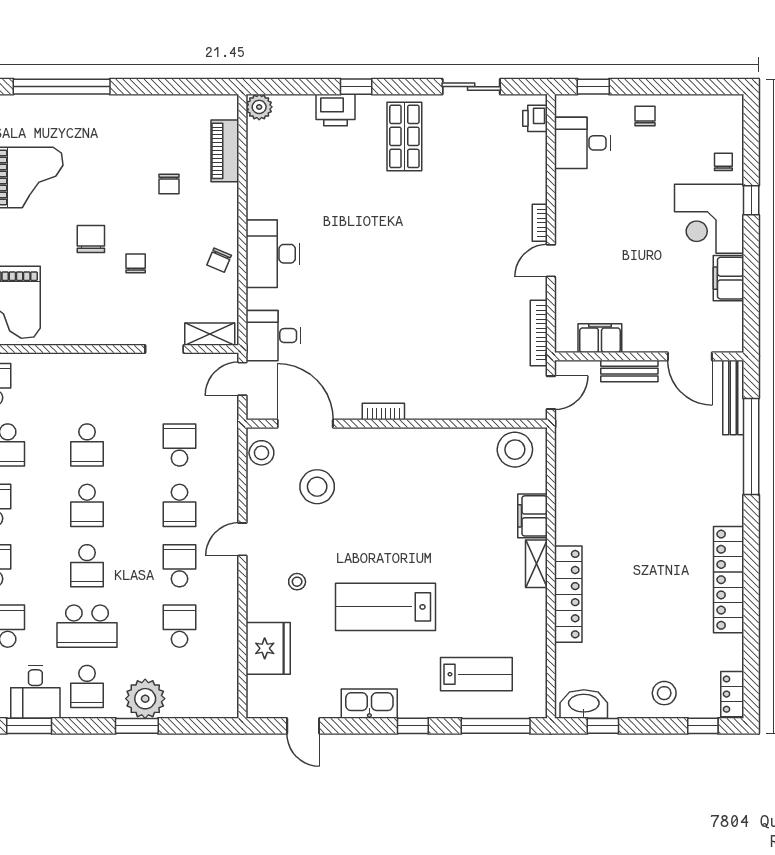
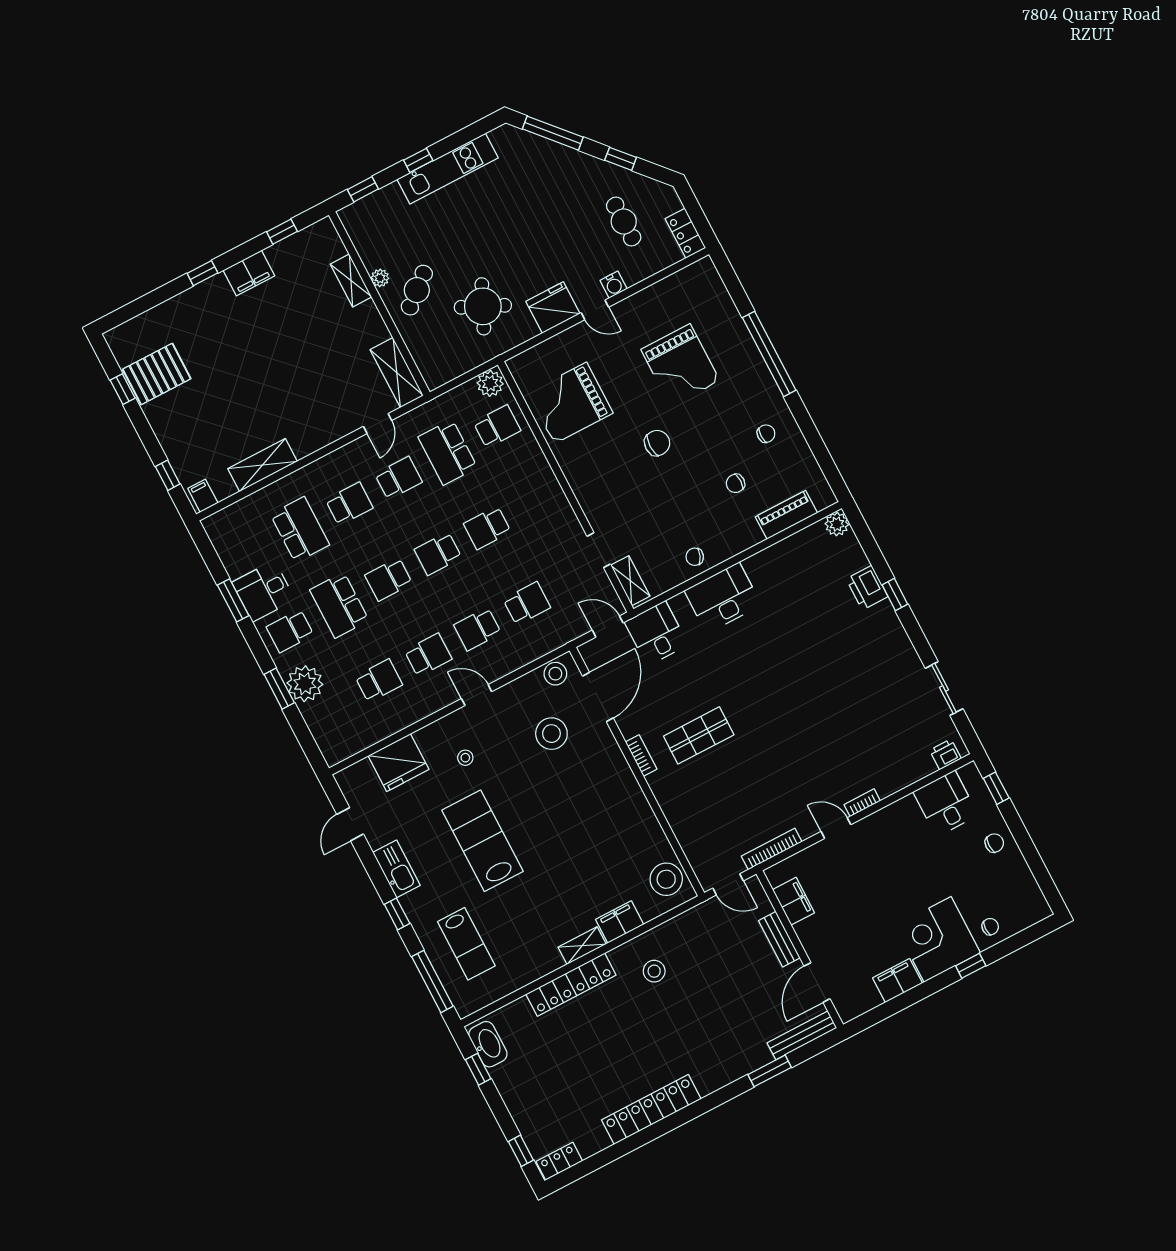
shop shelf: (404, 136) -> (699, 735), moved
chair: (136, 263) -> (766, 434), moved
window: (751, 446) -> (770, 1071), width x0.47
stool: (664, 693) -> (654, 971), moved

